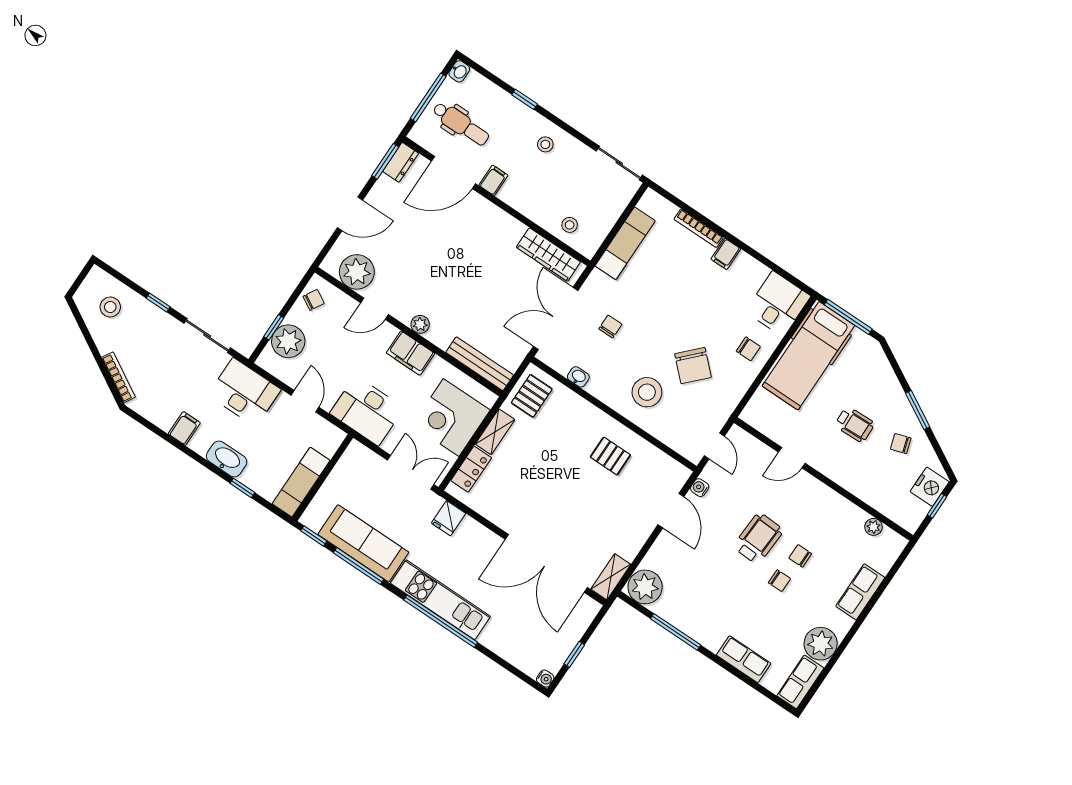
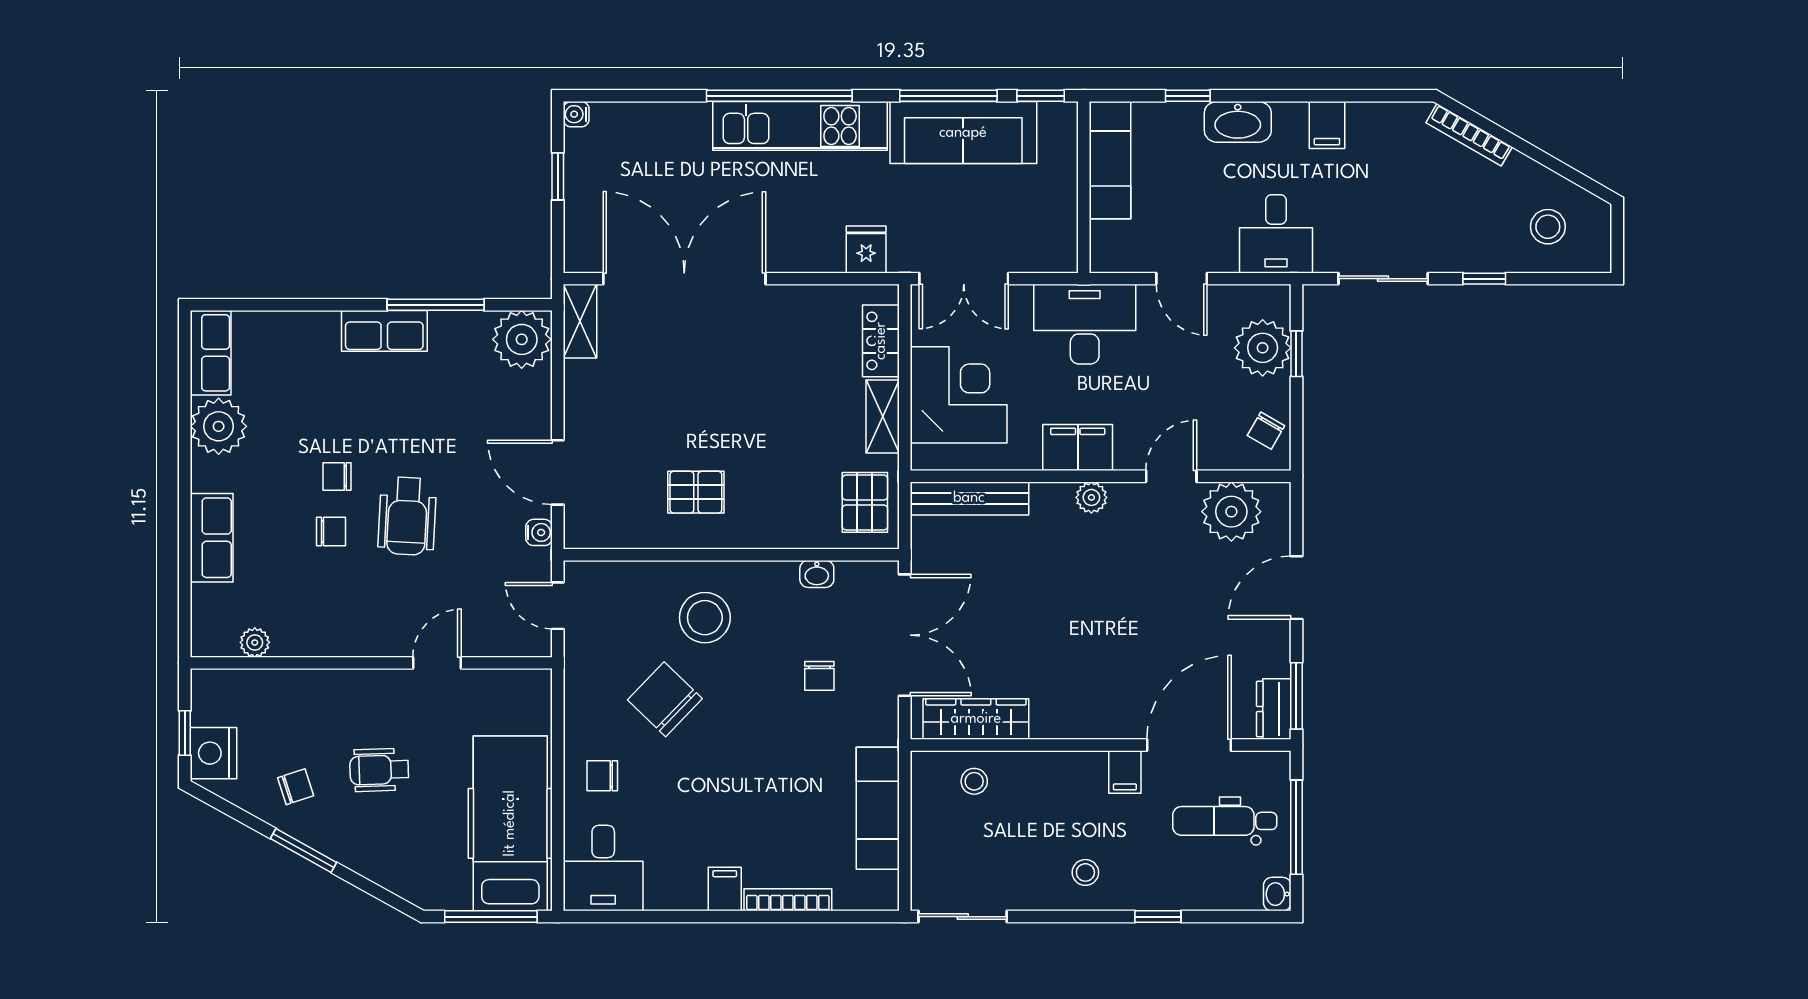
desk: (245, 392) -> (1276, 234), width x0.73
row of seats: (744, 659) -> (384, 331), moved

